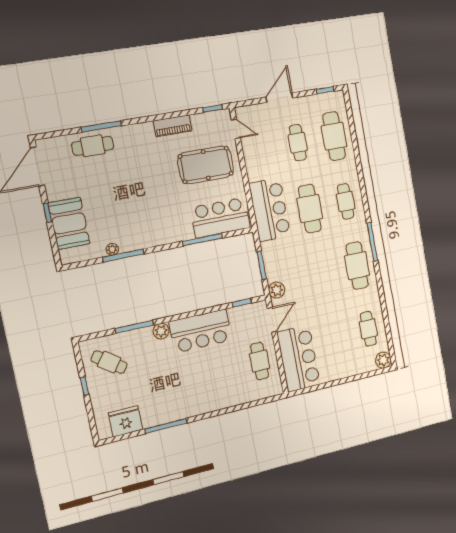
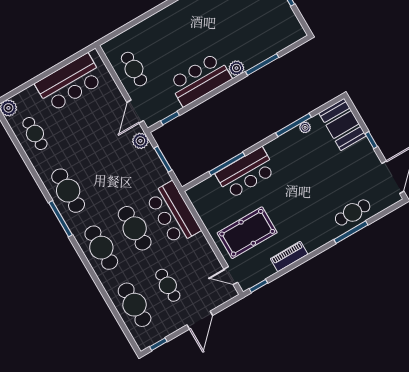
cafe table: (346, 201) -> (101, 248), width x1.37, depth x1.35
bar counter: (220, 218) -> (246, 173), moved
booth: (69, 223) -> (342, 125), moved
bar counter: (299, 359) -> (69, 83), moved, turned -90
cafe table: (109, 362) -> (274, 26), removed

